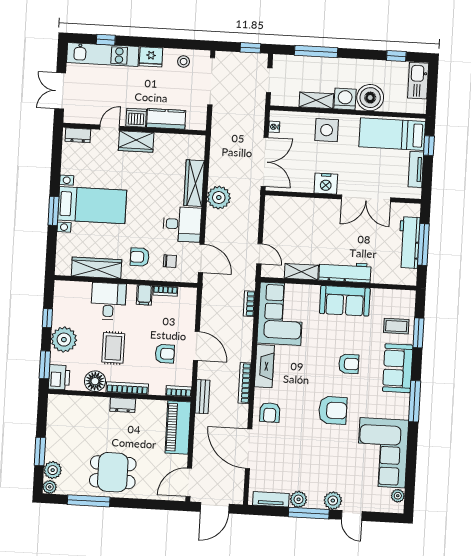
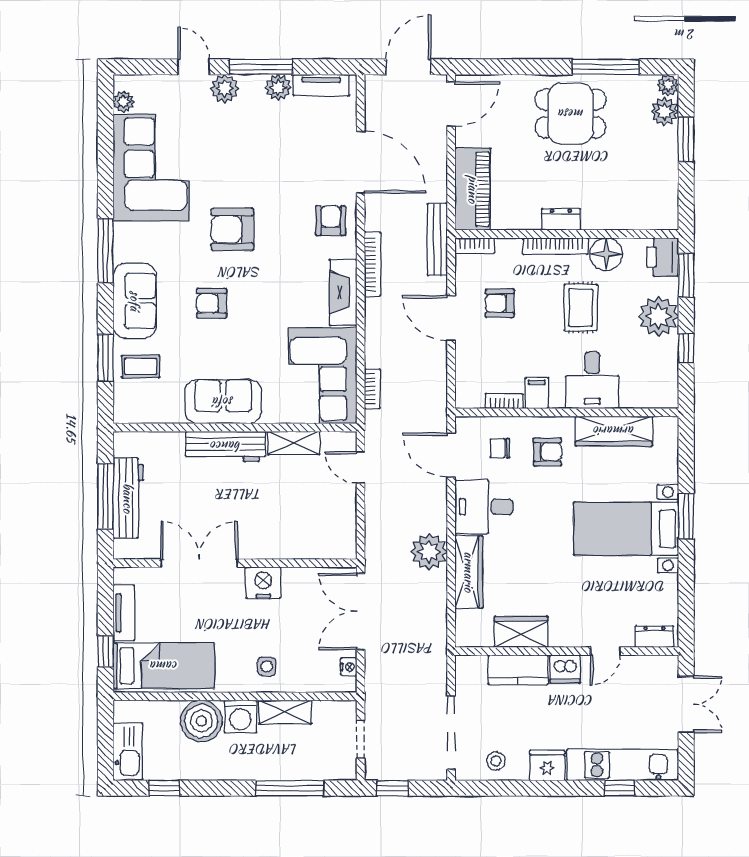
side table: (327, 130) -> (267, 666), width x0.54, depth x0.54
wardrobe: (136, 142) -> (521, 632), moved
bench: (202, 397) -> (437, 239), width x1.36

